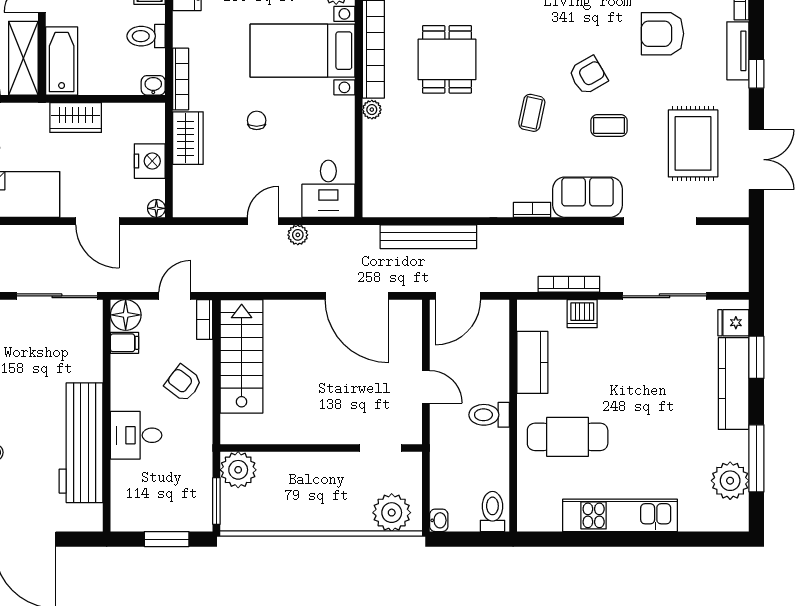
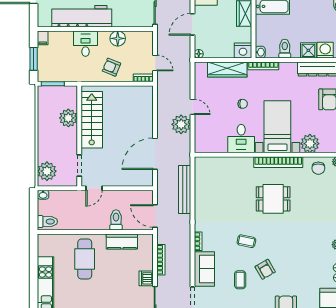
plant: (372, 110) -> (248, 161), removed
wardrobe: (188, 138) -> (227, 70), width x1.50
nightstand: (150, 161) -> (243, 50), moved
desk: (328, 189) -> (241, 139), moved, turned -90
plant: (298, 235) -> (181, 124), width x1.87, depth x1.87
door: (458, 296) -> (155, 216), moved
dishwasher: (582, 314) -> (146, 278), moved
floor lamp: (126, 315) -> (118, 38), moved
filing cabinet: (124, 343) -> (43, 38), moved
stairs: (242, 356) -> (92, 120), moved, turned -90
armchair: (183, 383) -> (112, 67), turned -105
door: (426, 387) -> (94, 188), moved
toilet: (489, 415) -> (116, 220), moved
plant: (238, 470) -> (68, 118), moved

